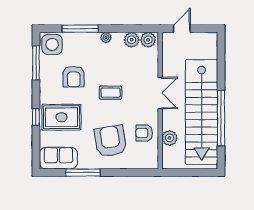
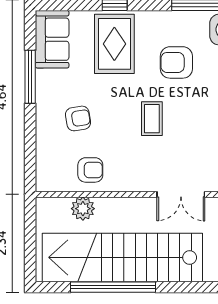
double door: (160, 93) -> (181, 194), moved
armchair: (144, 133) -> (90, 170), turned 90
armchair: (110, 141) -> (78, 118), width x0.53, depth x0.53

